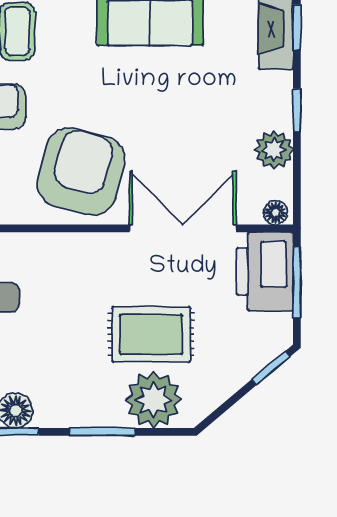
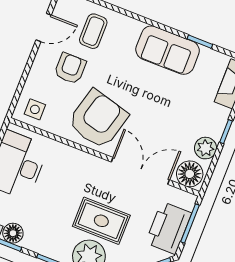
floor lamp: (276, 213) -> (190, 174), width x1.89, depth x1.89
printer: (265, 271) -> (169, 228), moved

